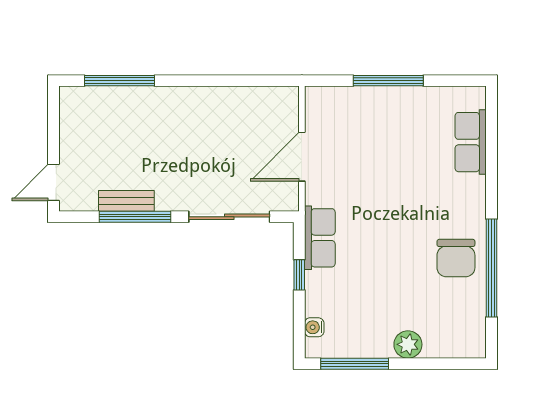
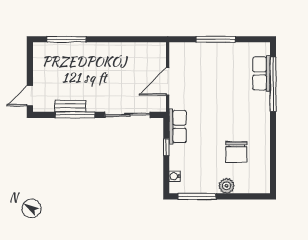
chair: (456, 258) -> (236, 152), moved
window: (492, 268) -> (273, 84), moved

